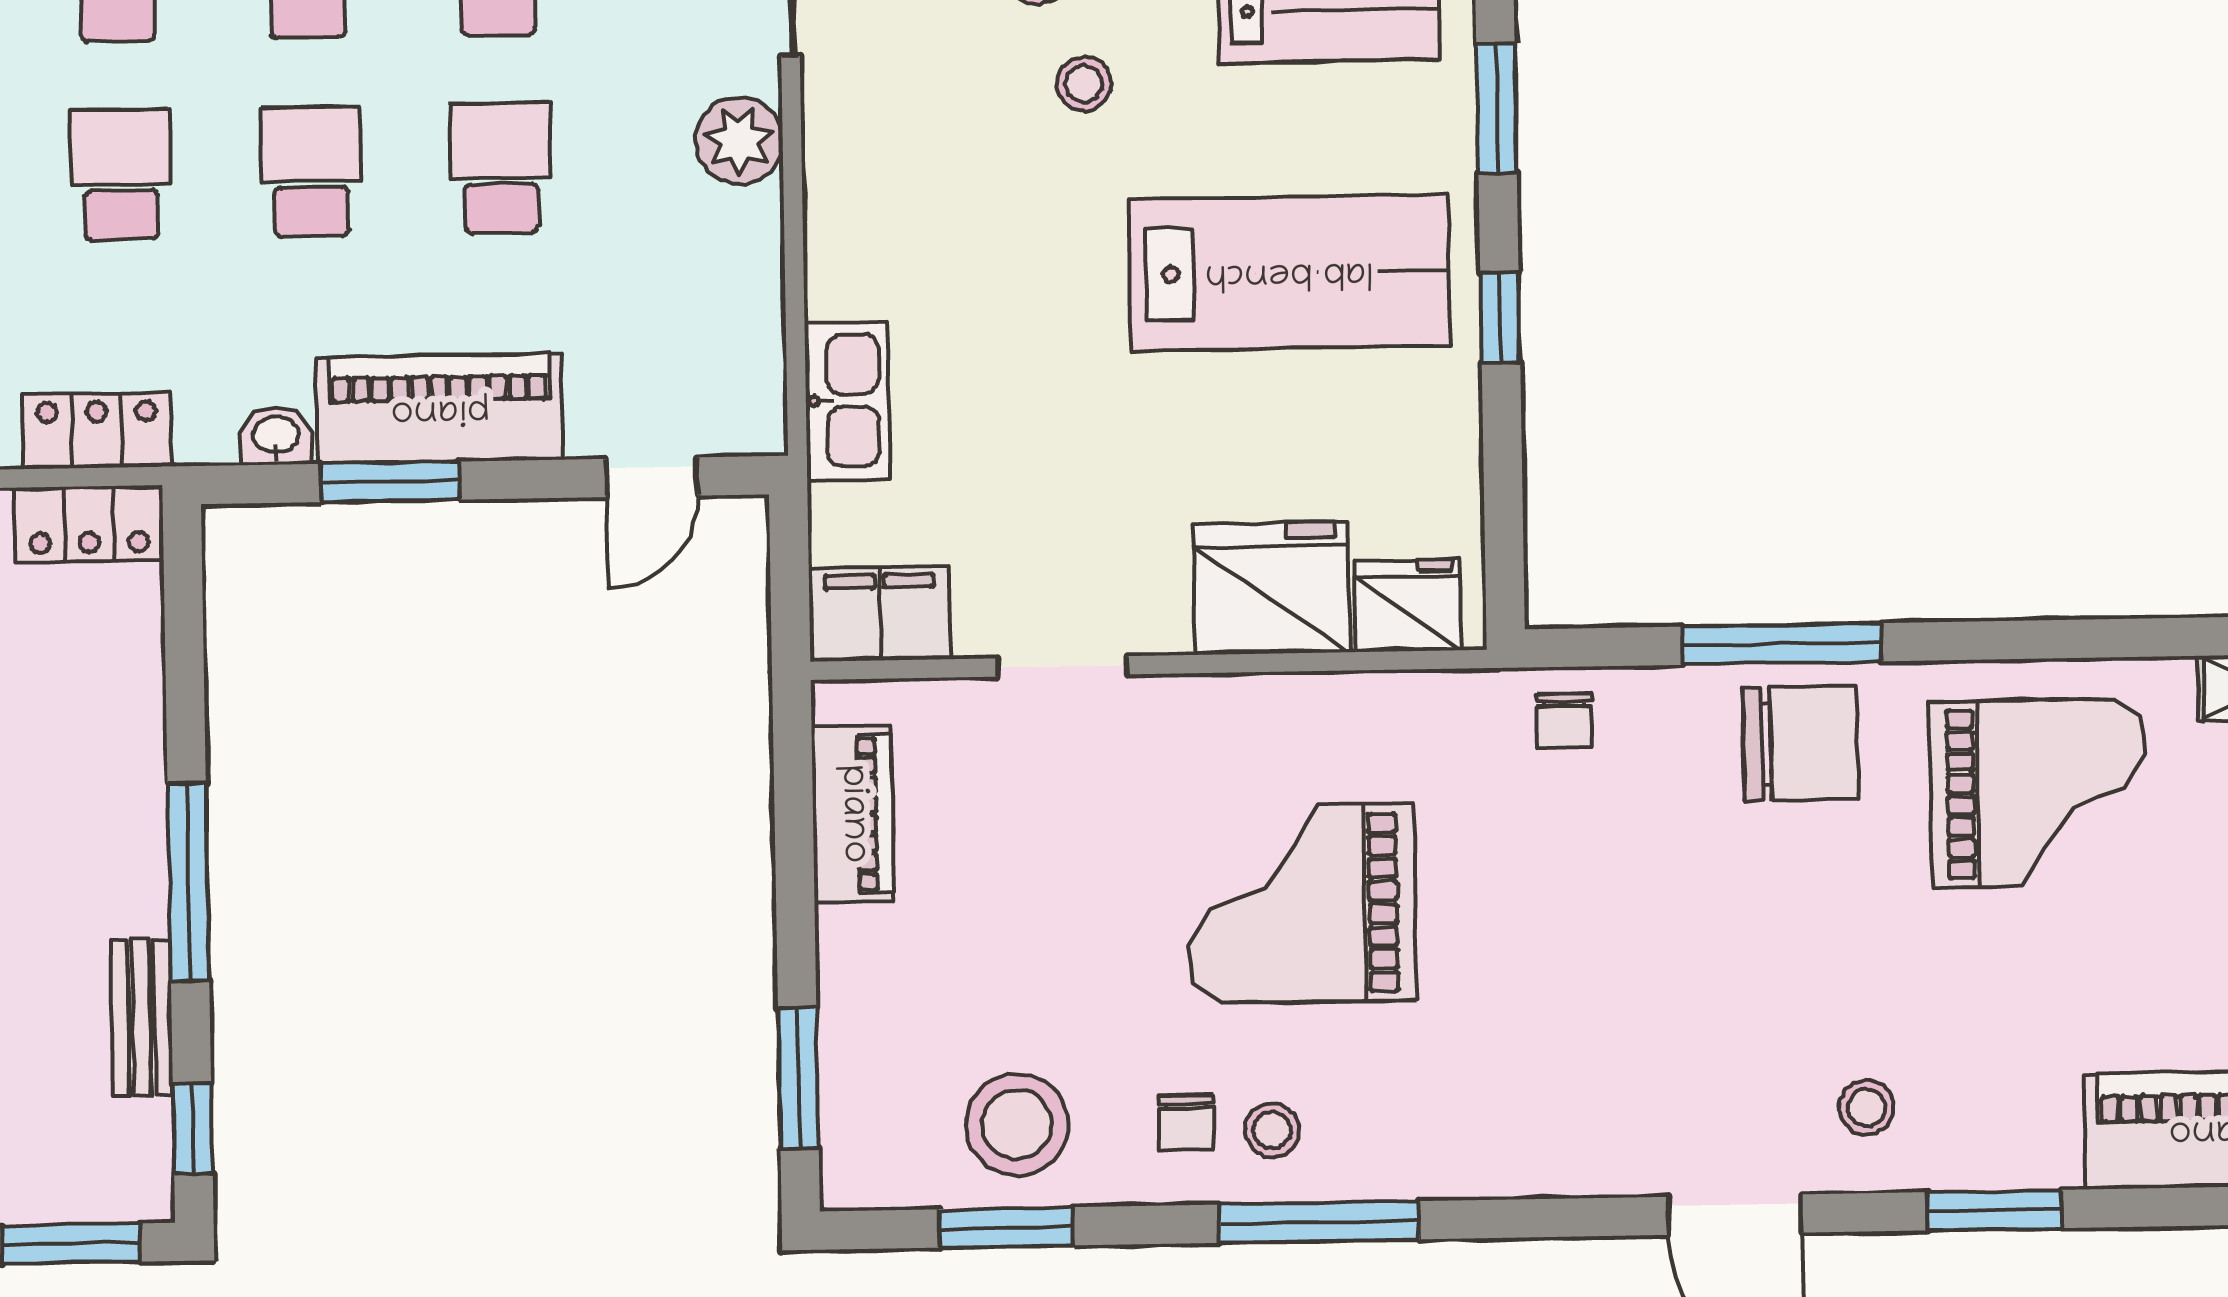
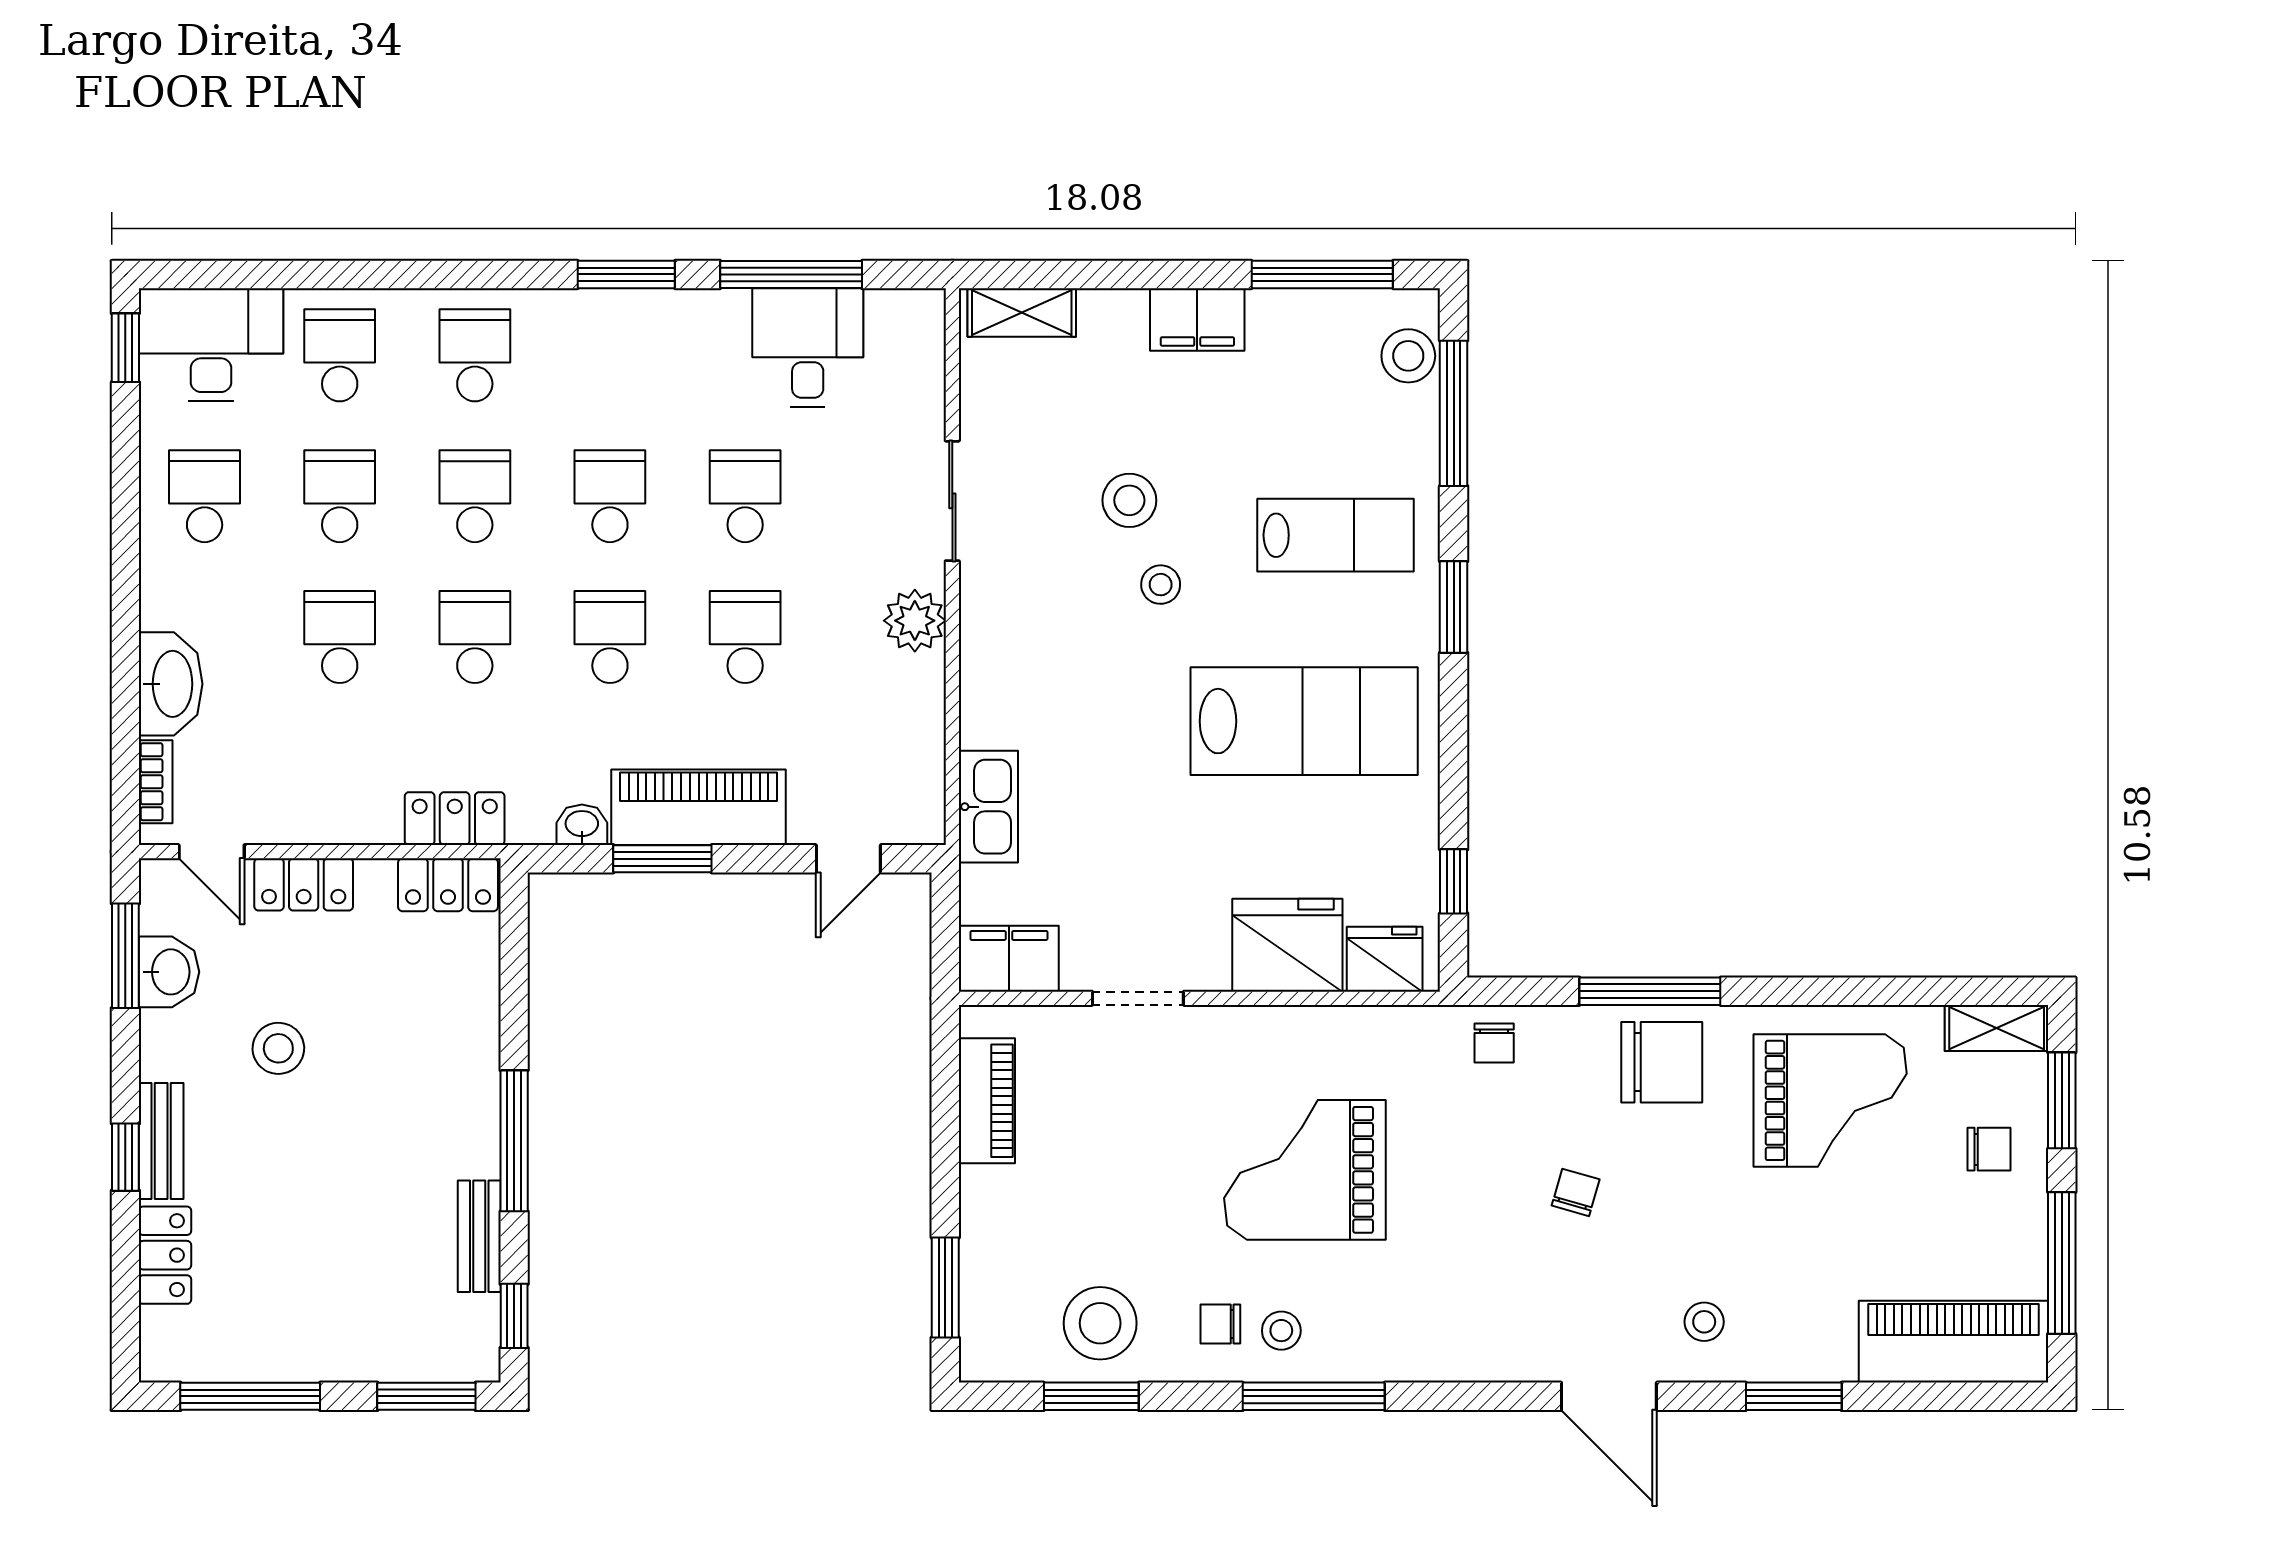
window: (1500, 318) -> (1454, 881), moved
chair: (1683, 929) -> (1576, 1192), added
chair: (1186, 1123) -> (1220, 1324), turned 90

